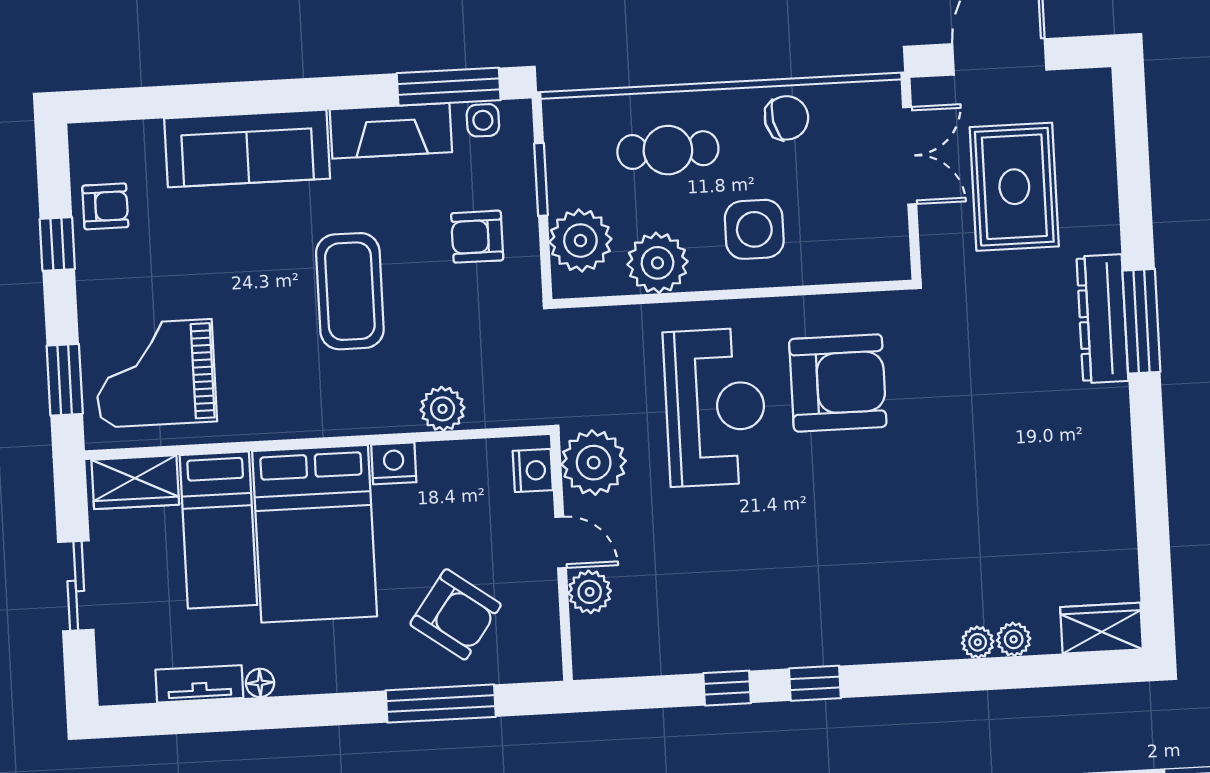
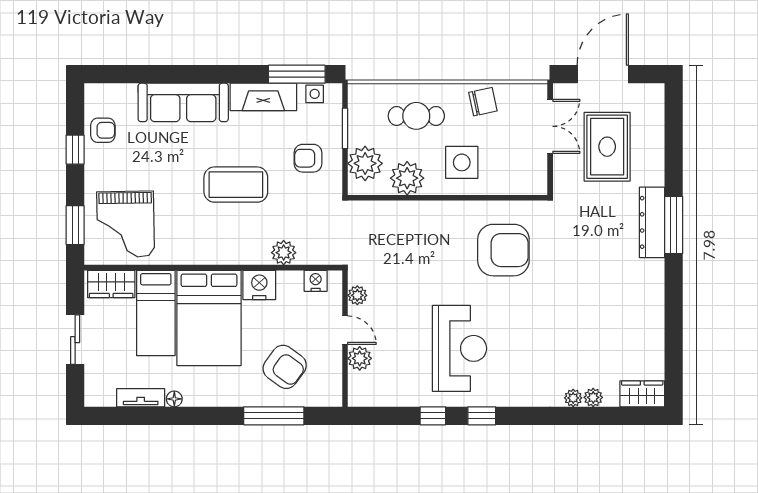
coffee table: (350, 291) -> (236, 185), turned 90
grand piano: (155, 373) -> (126, 224), turned -91
reception desk: (715, 407) -> (459, 348), moved
nightstand: (394, 463) -> (259, 285), width x1.36, depth x1.33
plant: (594, 463) -> (357, 295), width x0.53, depth x0.53
nightstand: (533, 470) -> (316, 281), moved, turned -90

